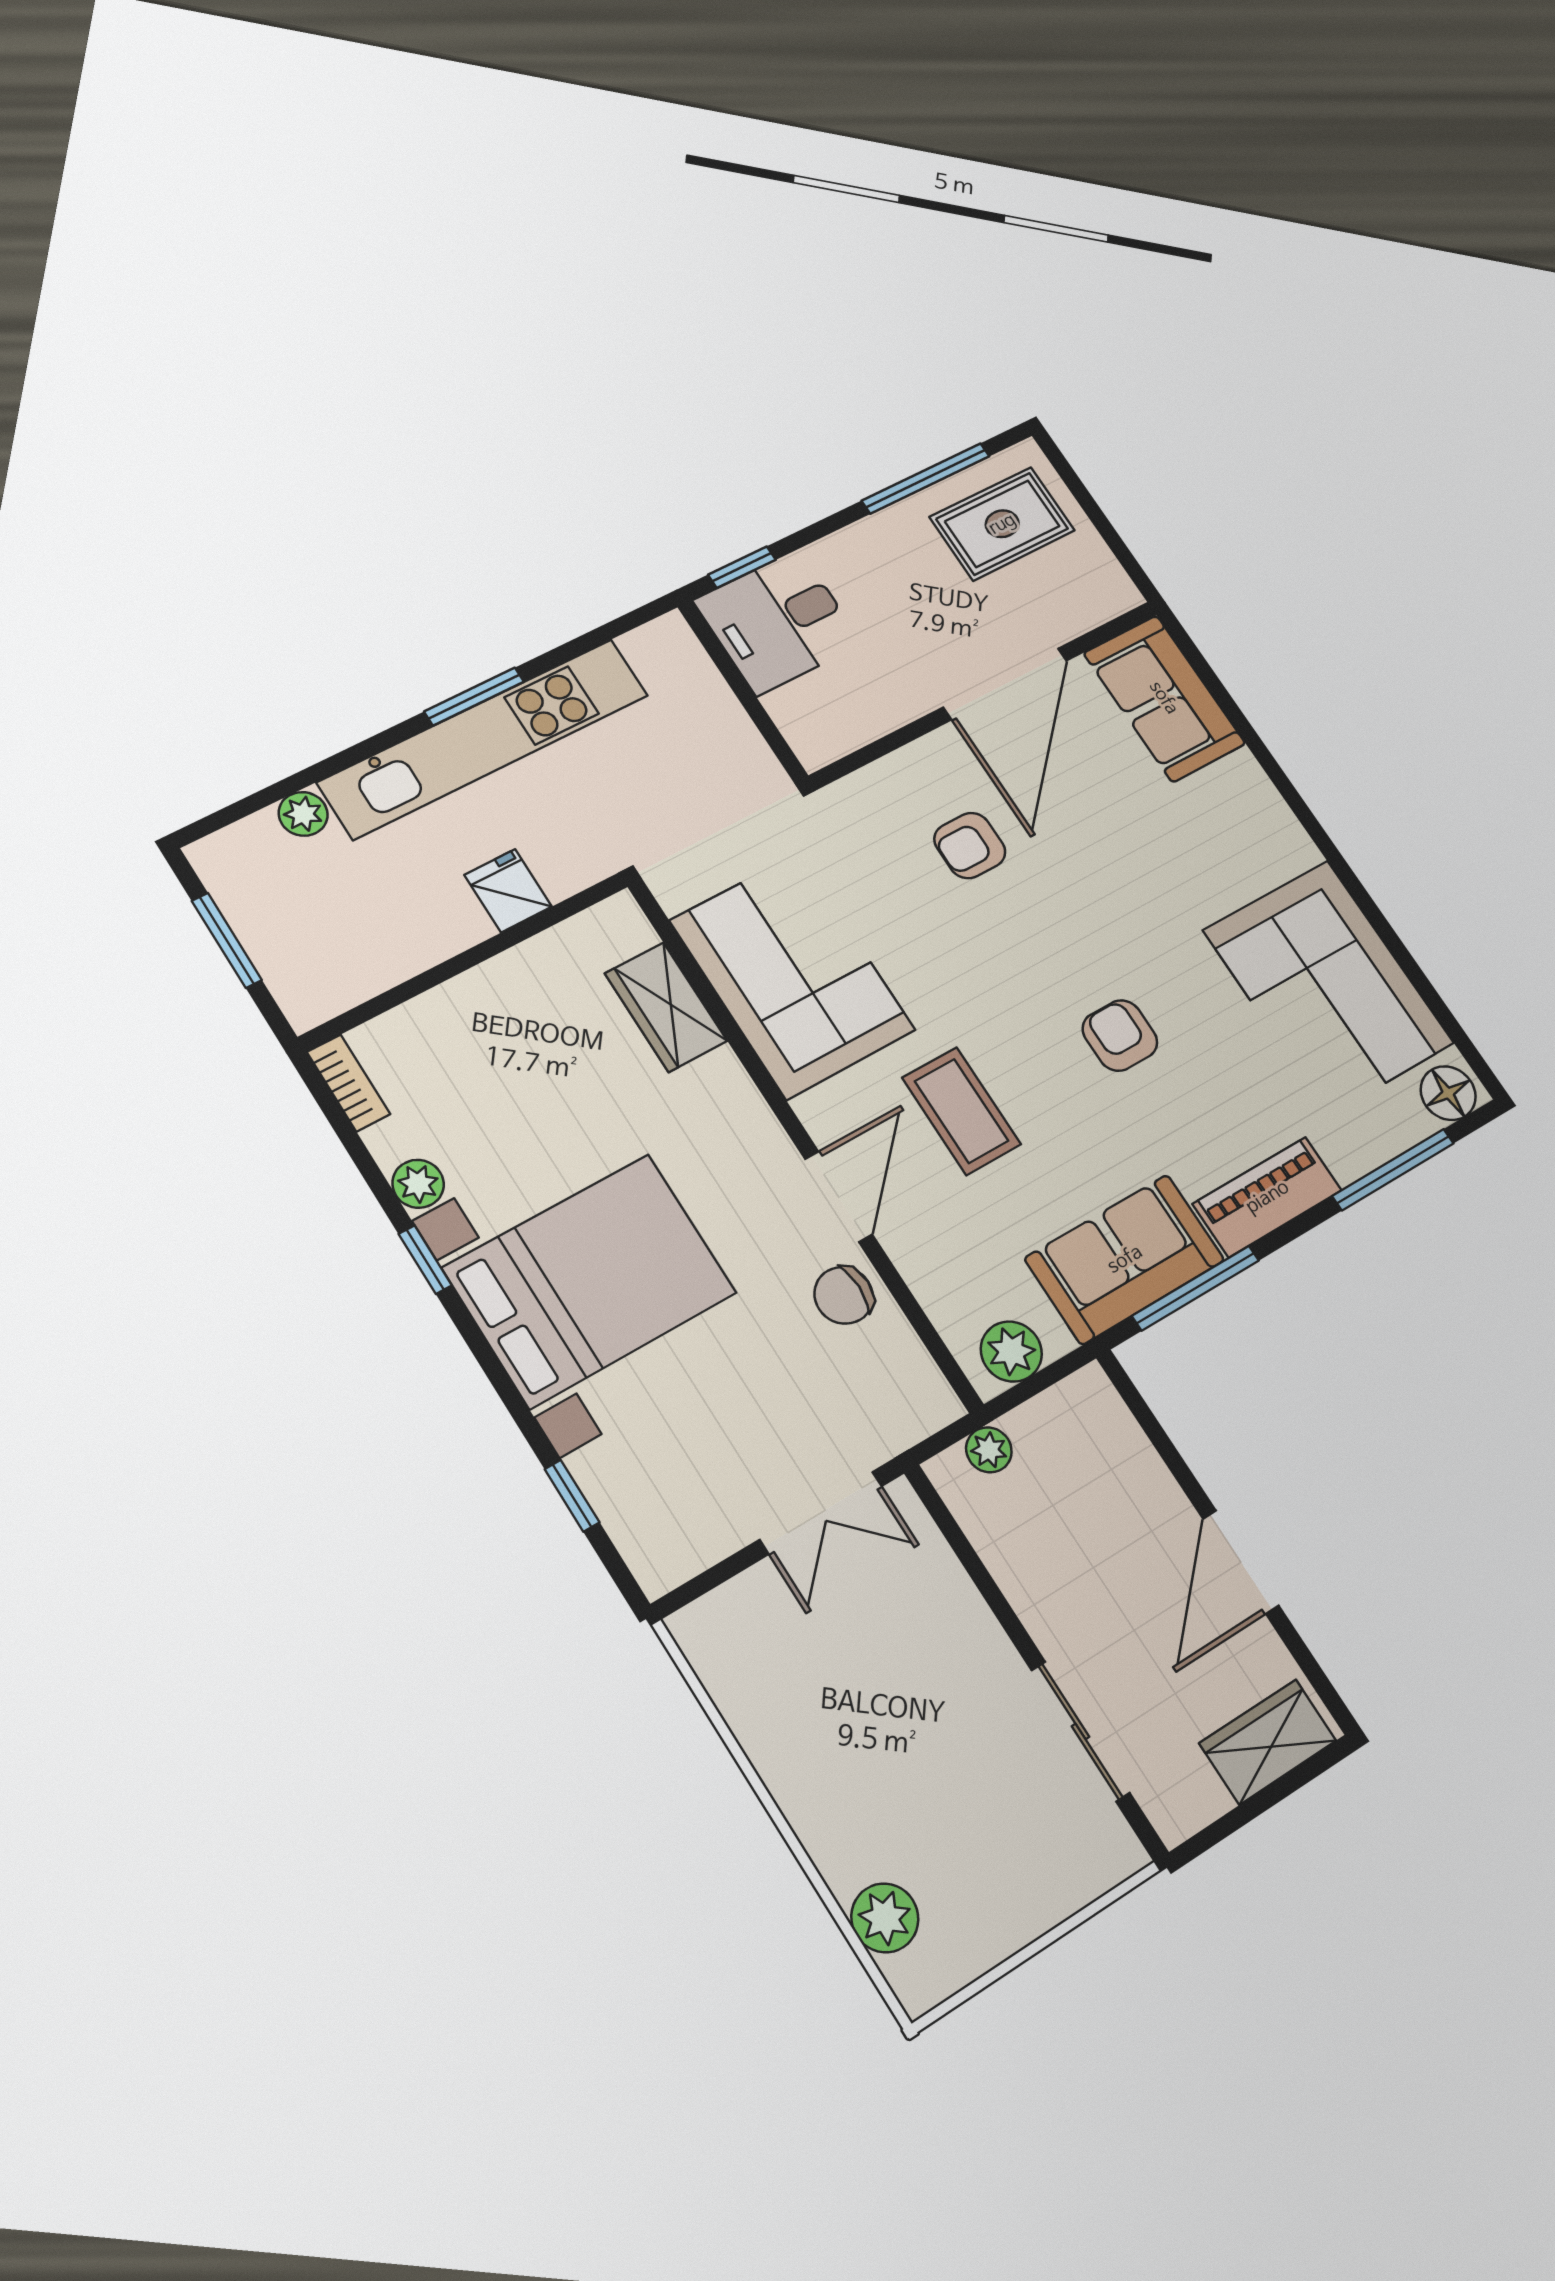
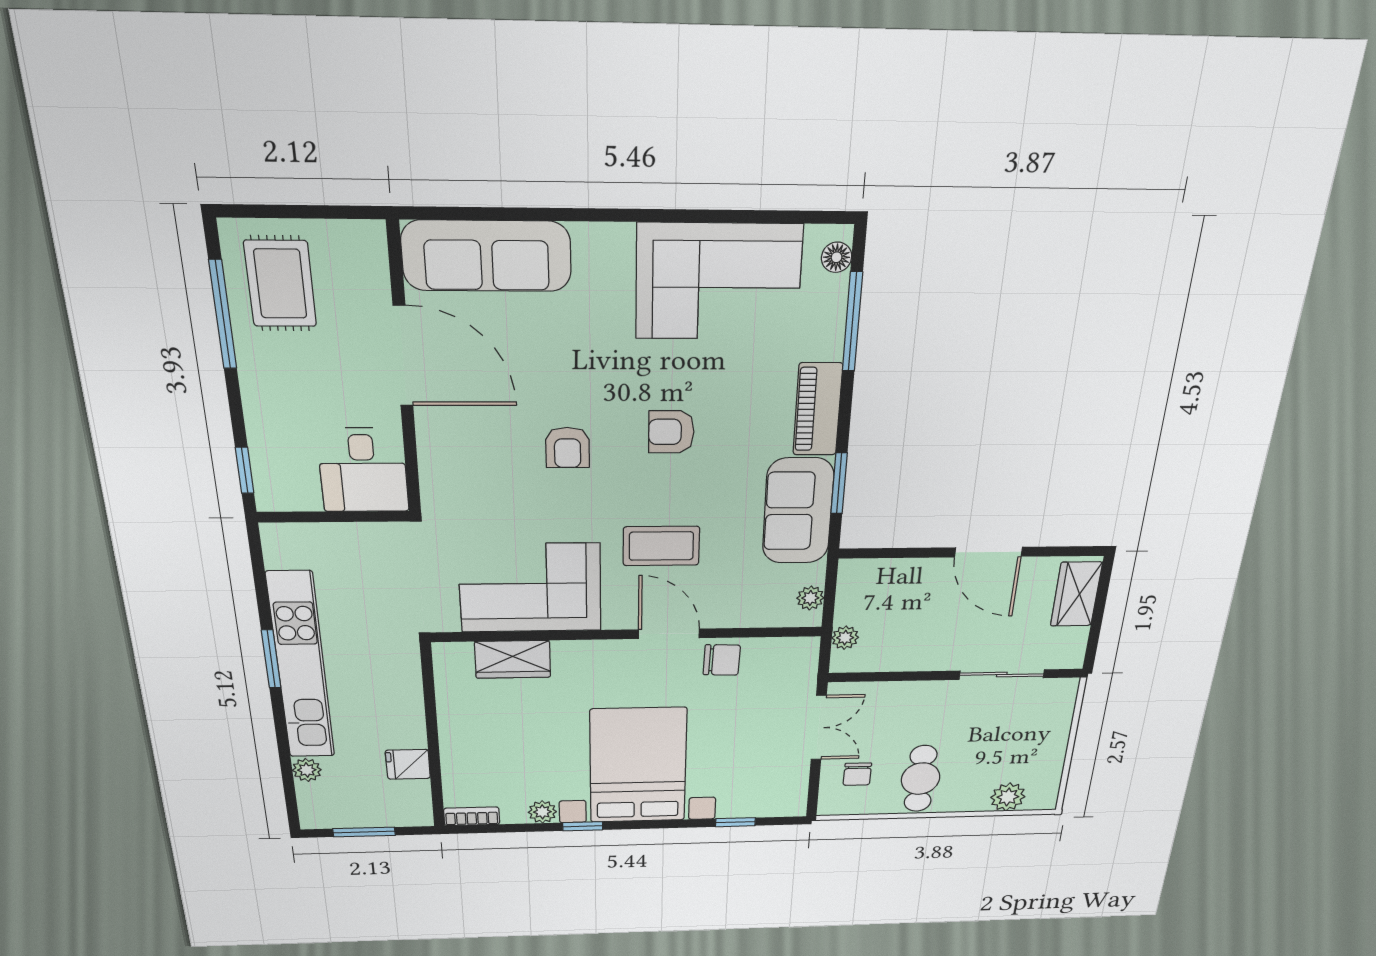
desk: (778, 622) -> (363, 470), moved
sofa: (1164, 698) -> (487, 256), width x1.36
armchair: (970, 846) -> (567, 448), moved
fridge: (508, 891) -> (408, 764), moved
floor lamp: (1448, 1093) -> (837, 257), width x0.73, depth x0.73
window: (1196, 1288) -> (839, 483), width x0.69
chair: (844, 1295) -> (722, 660), turned -88
plant: (1011, 1351) -> (810, 598), width x0.73, depth x0.73
chair: (777, 1632) -> (857, 774), added
cafe table: (830, 1742) -> (921, 779), added

